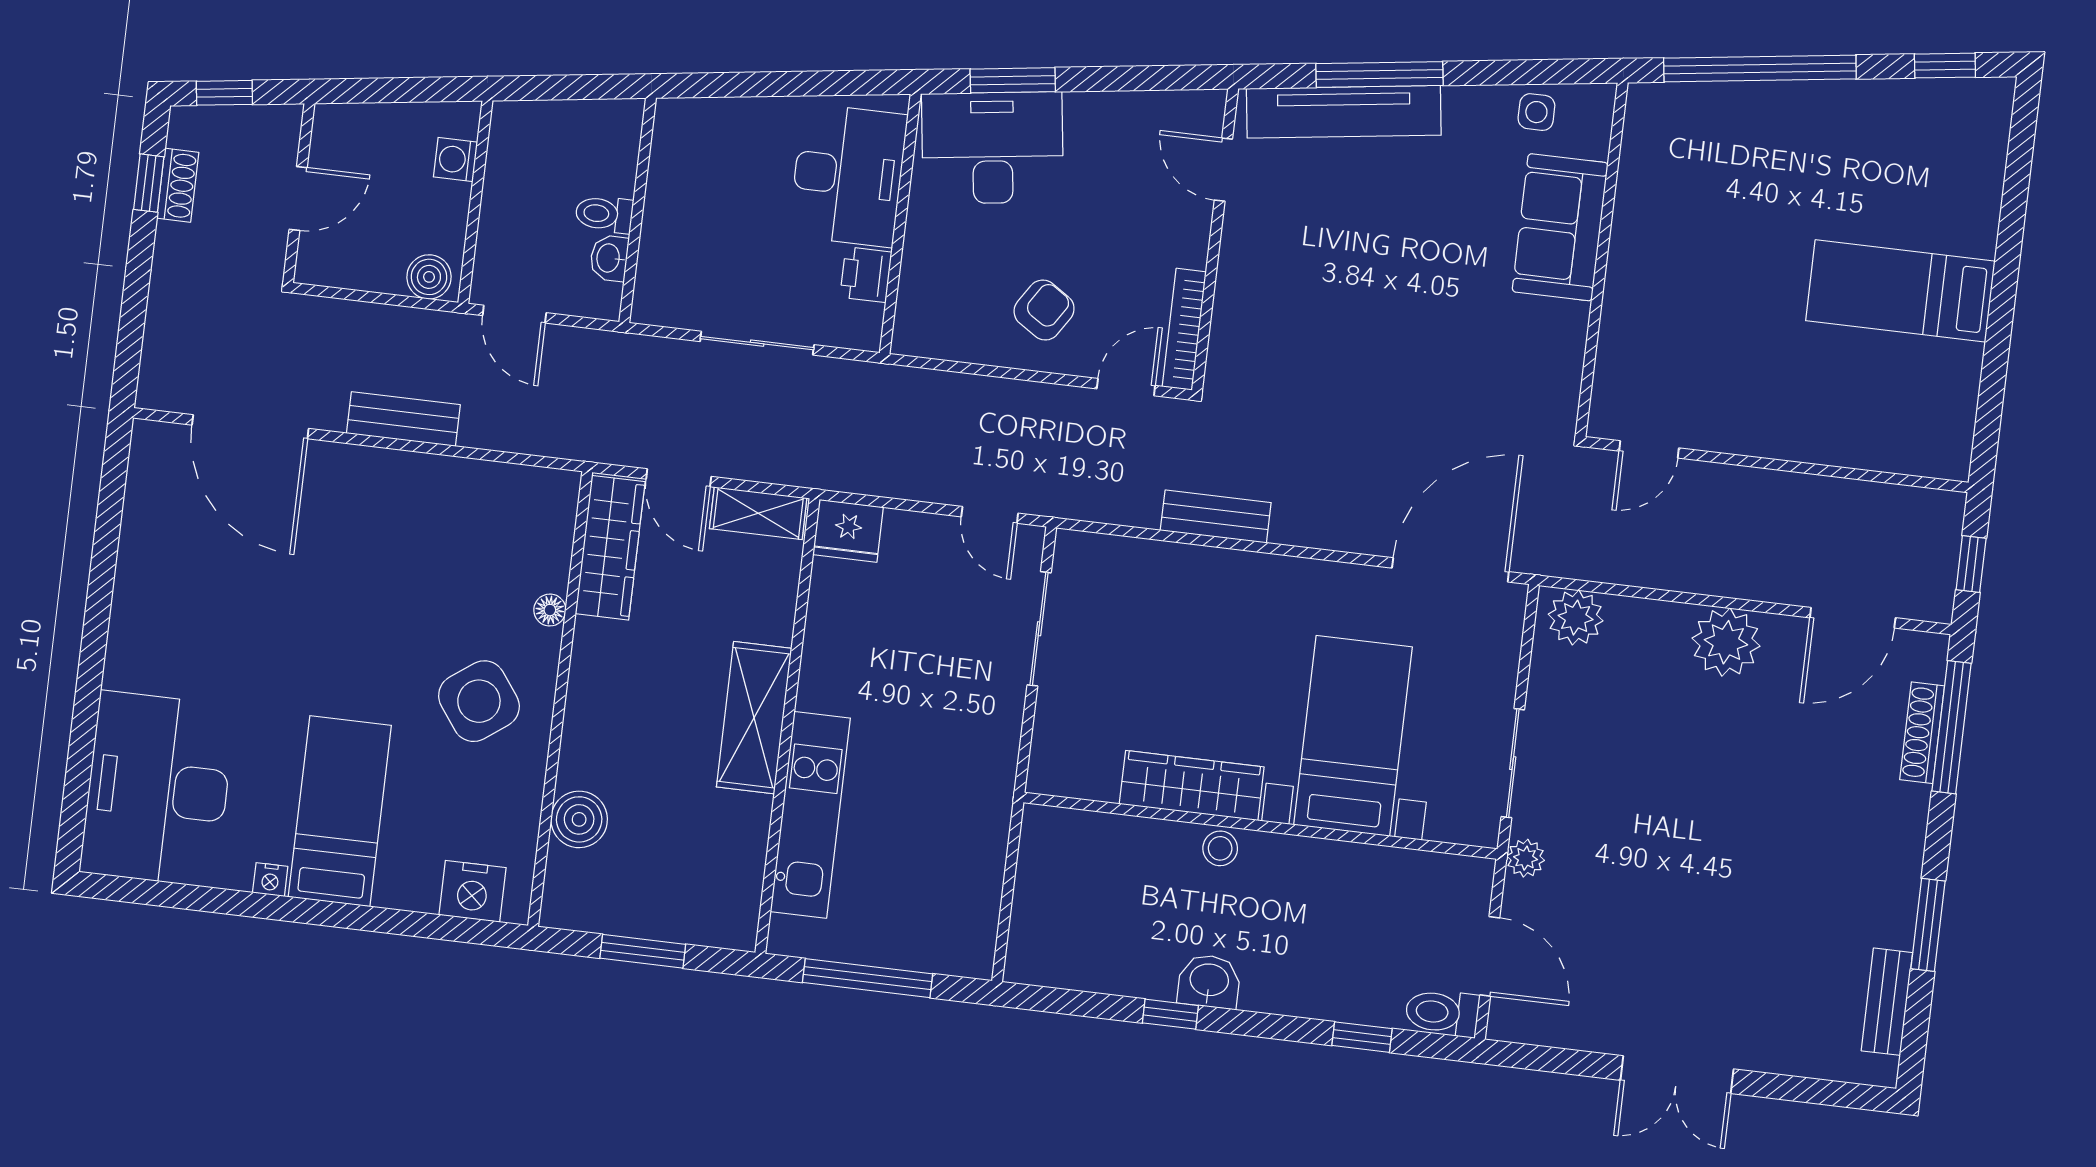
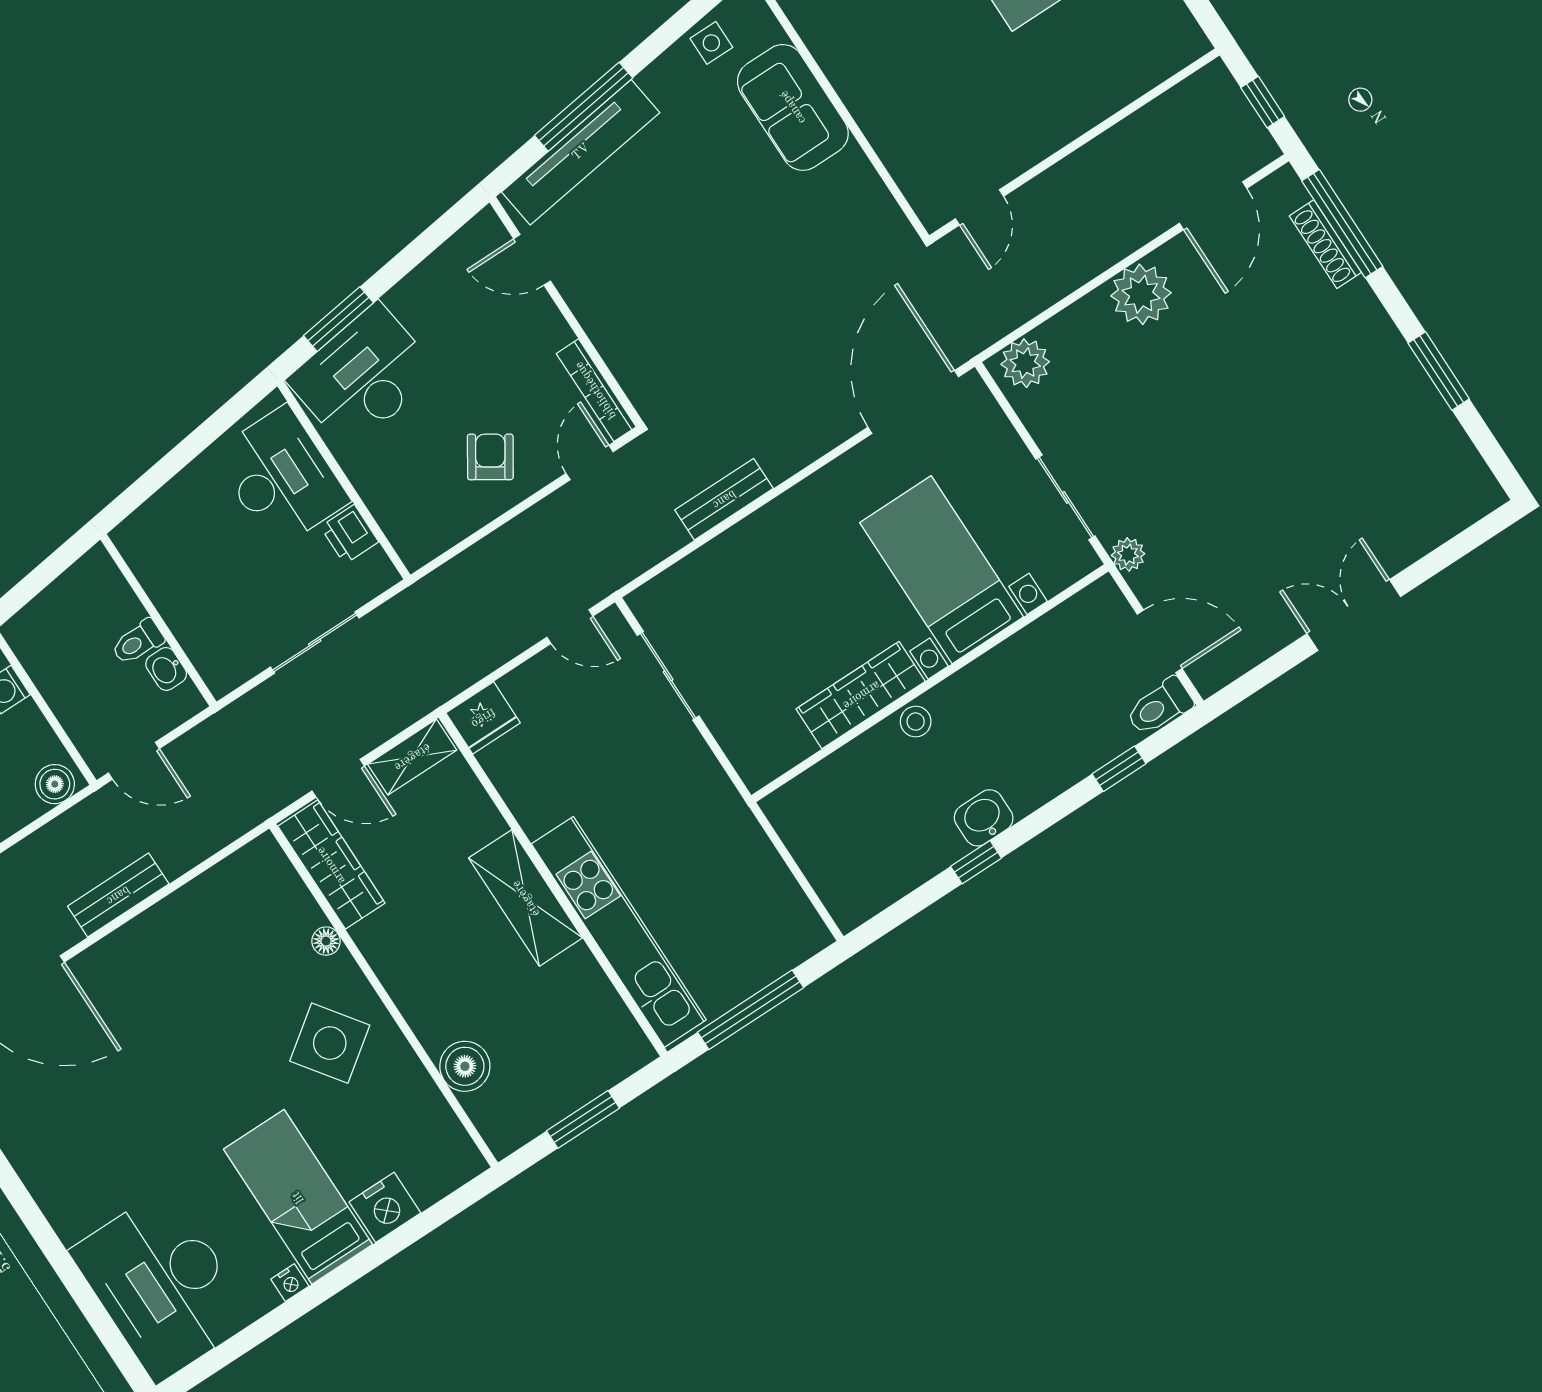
kitchen unit: (810, 815) -> (619, 932), width x1.36
nightstand: (472, 891) -> (385, 1207), moved
bench: (1887, 1002) -> (1455, 446), removed
double door: (1677, 1075) -> (1354, 615), swing flipped

